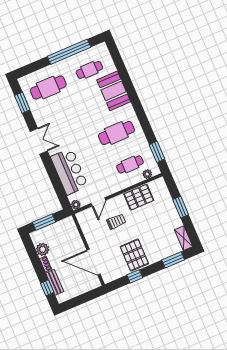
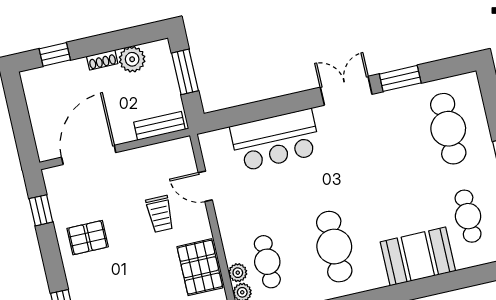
window: (22, 103) -> (400, 78), moved
double door: (39, 141) -> (346, 91), swing flipped
plant: (76, 205) -> (238, 273), moved
pallet: (134, 255) -> (88, 238), width x0.67, depth x0.71
window: (135, 276) -> (41, 210), moved
bench: (55, 282) -> (160, 126), moved

